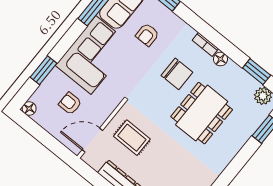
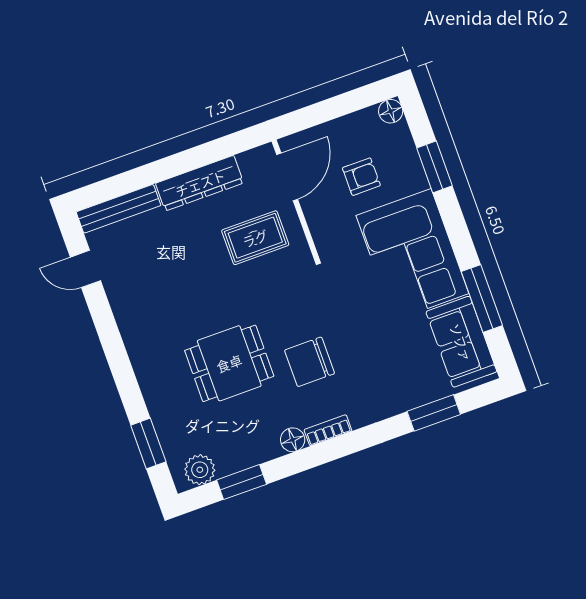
armchair: (147, 35) -> (394, 353), removed
dining table: (202, 113) -> (229, 363), width x0.73

